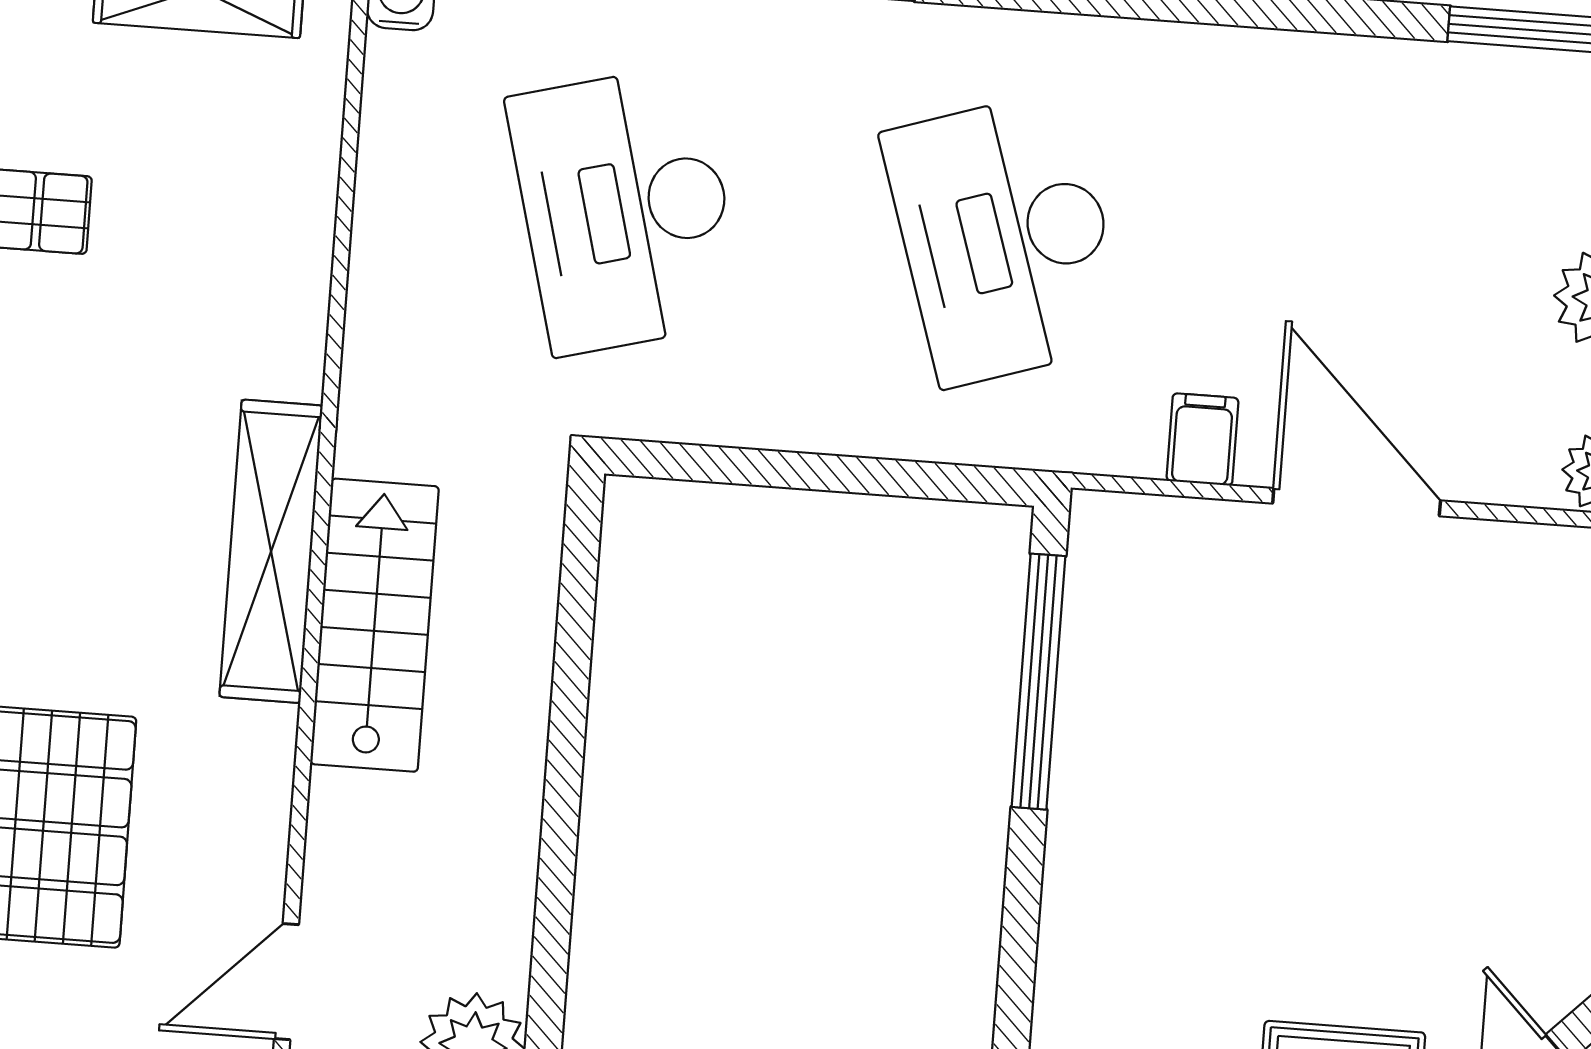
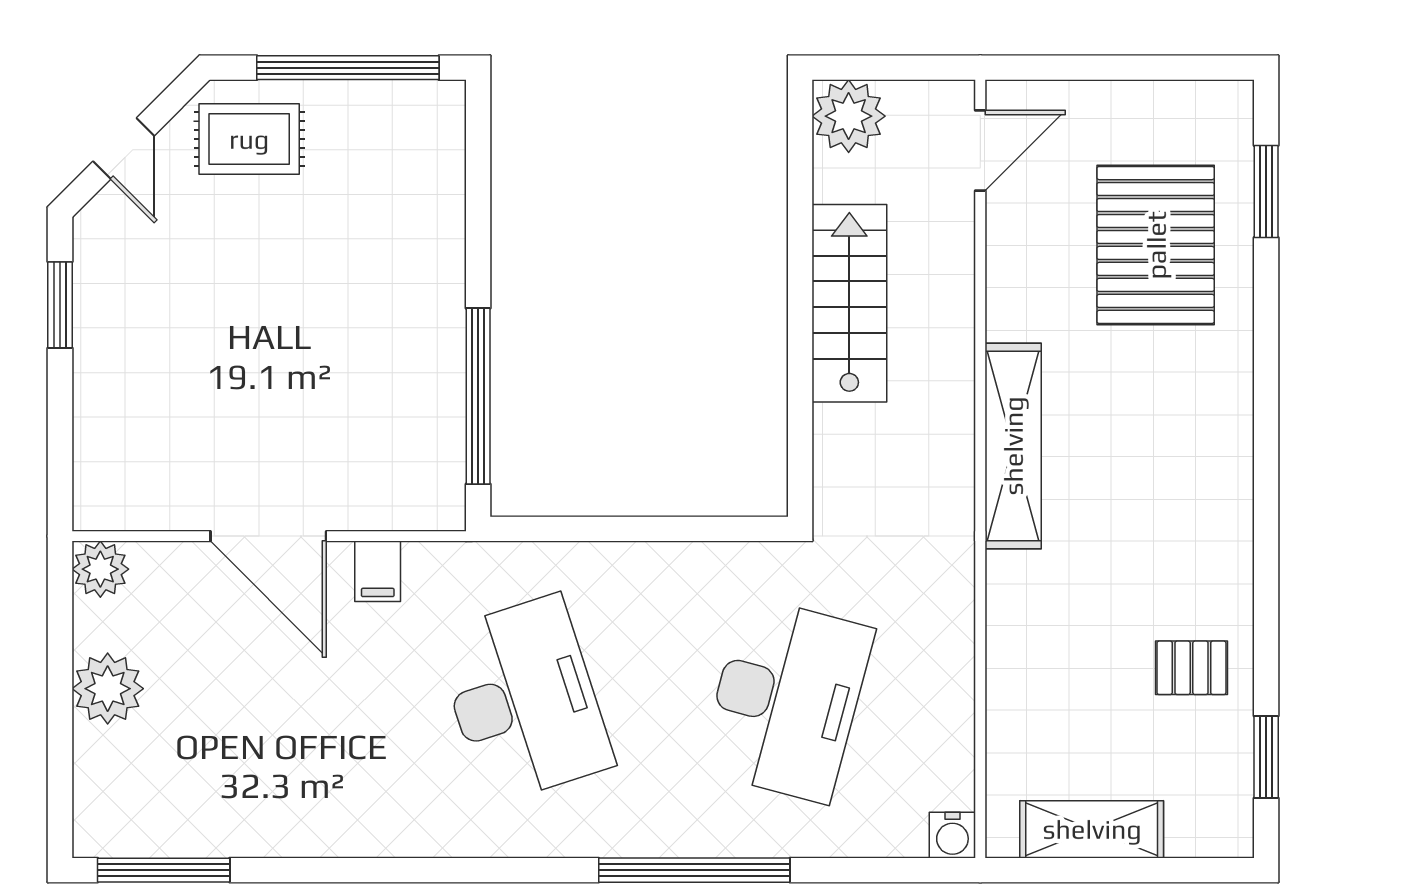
desk: (626, 210) -> (787, 699), turned 30
stairs: (374, 625) -> (849, 303), moved, turned 180

